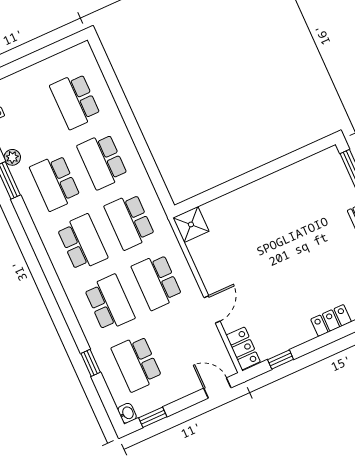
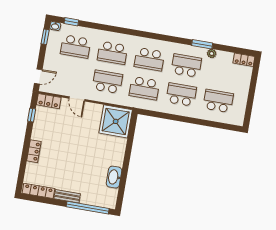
washbasin: (290, 178) -> (114, 177), added
school desk: (130, 221) -> (144, 88), turned 180
shower: (191, 224) -> (116, 121), width x1.86, depth x1.86
window: (91, 363) -> (71, 22), moved
school desk: (137, 363) -> (76, 46), turned 180

